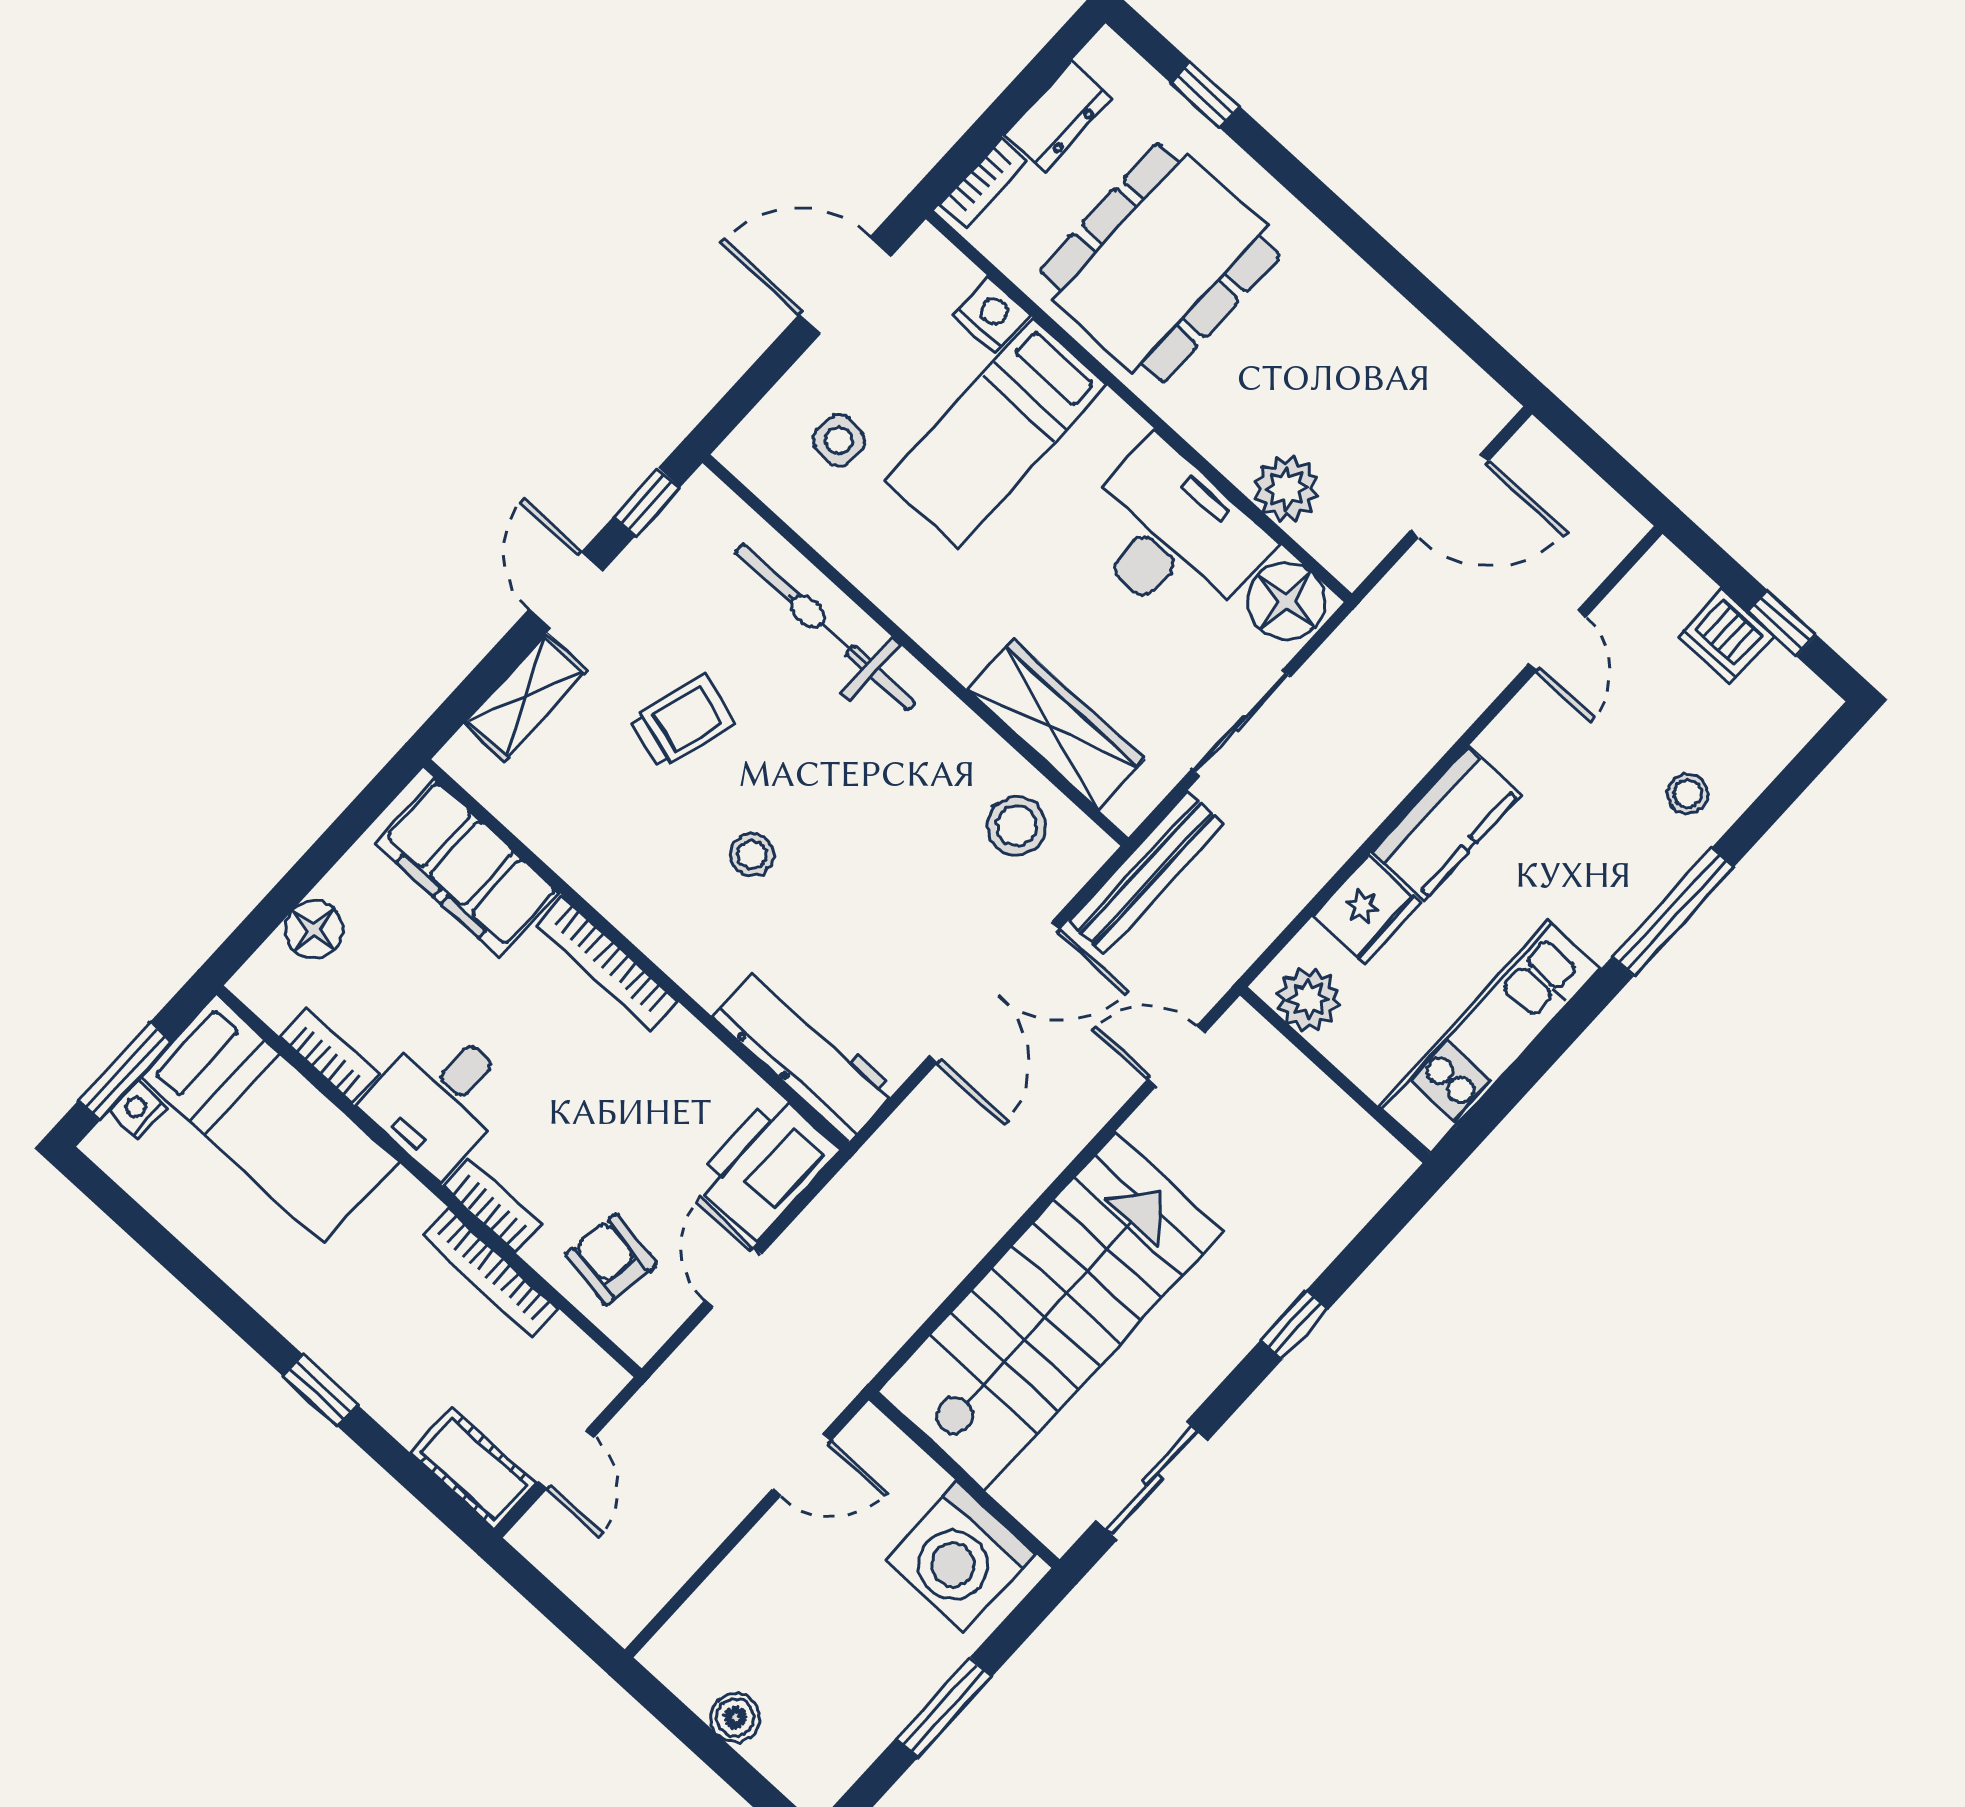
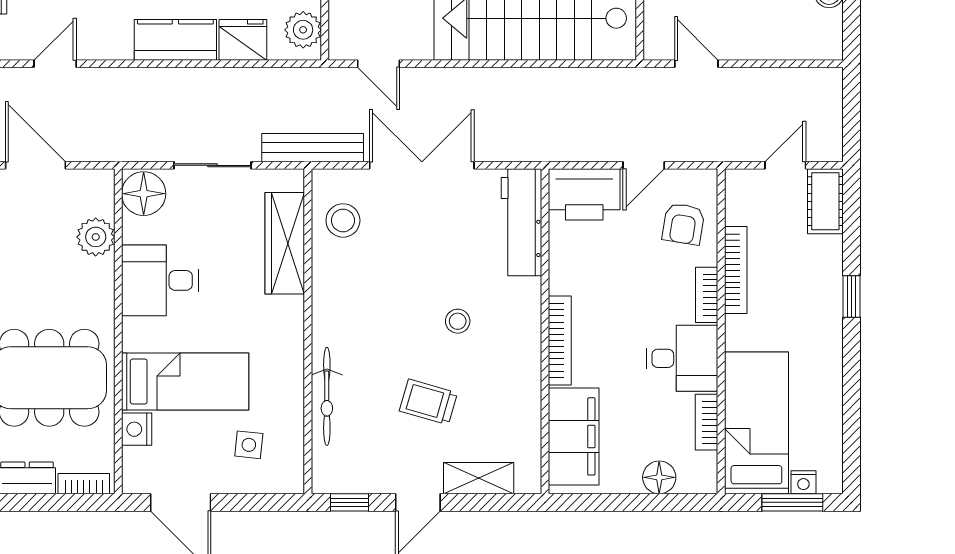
desk: (1172, 536) -> (160, 280), width x0.73
bicycle: (825, 627) -> (327, 396), width x0.73, depth x0.71

